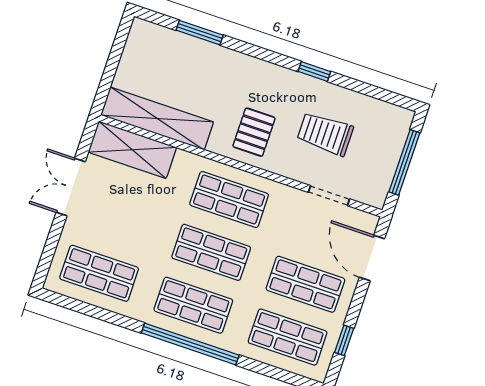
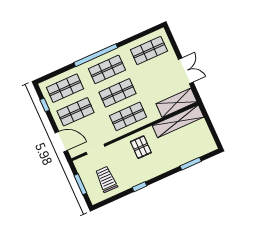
trolley: (325, 134) -> (106, 179), moved, turned -90
window: (404, 162) -> (80, 184), width x0.69

